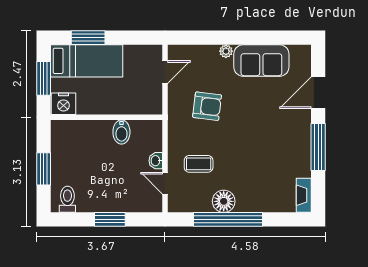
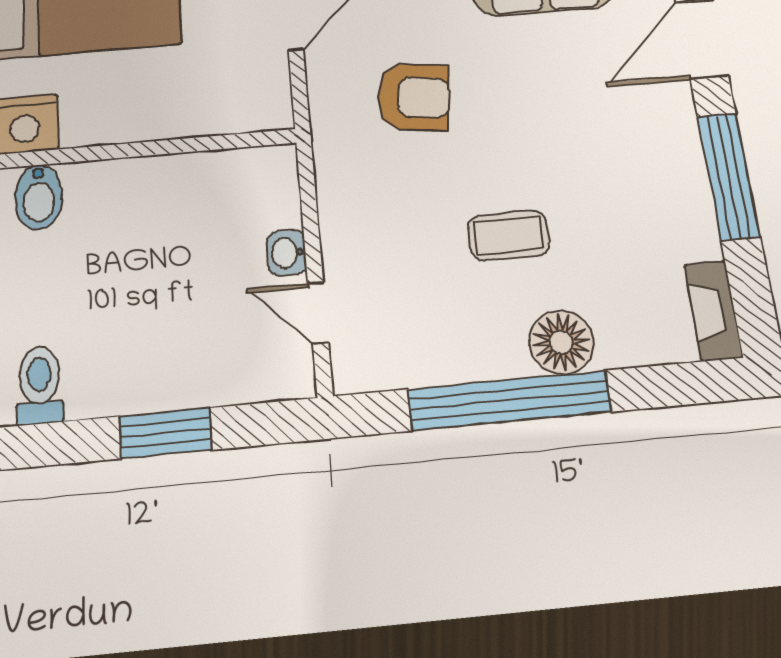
bidet: (121, 132) -> (39, 197), moved
coffee table: (199, 164) -> (509, 235), moved
floor lamp: (224, 201) -> (561, 342), moved

